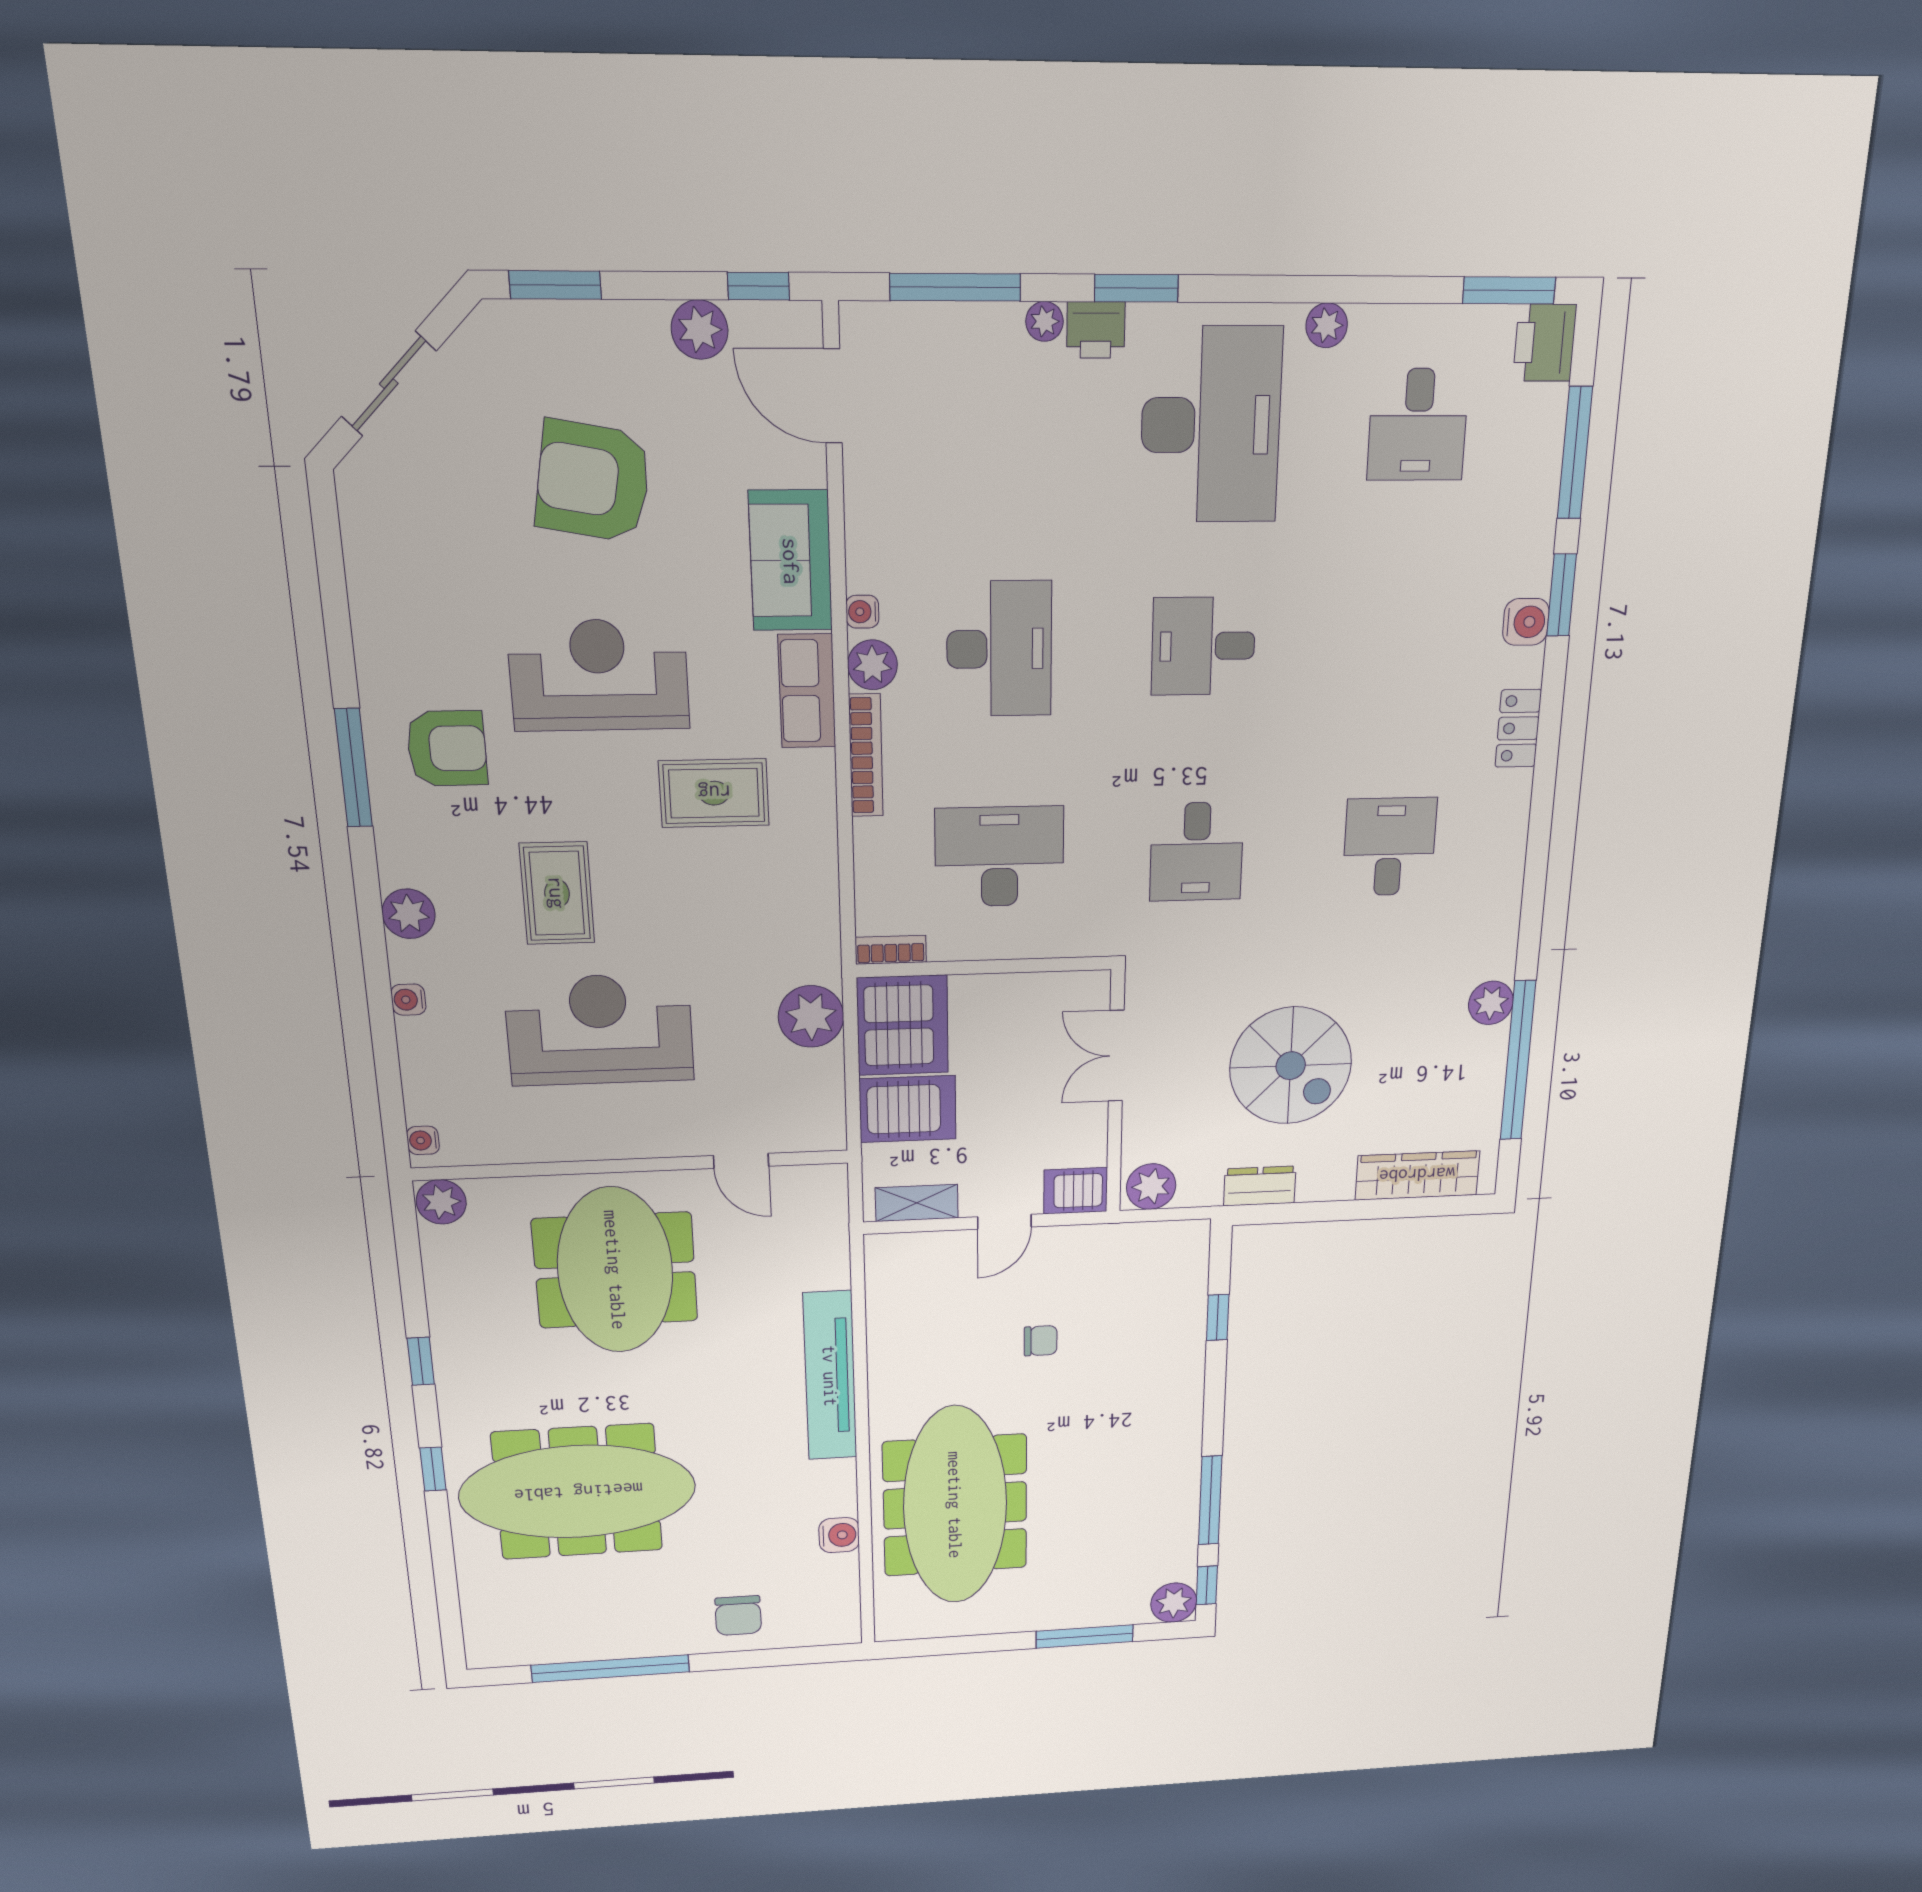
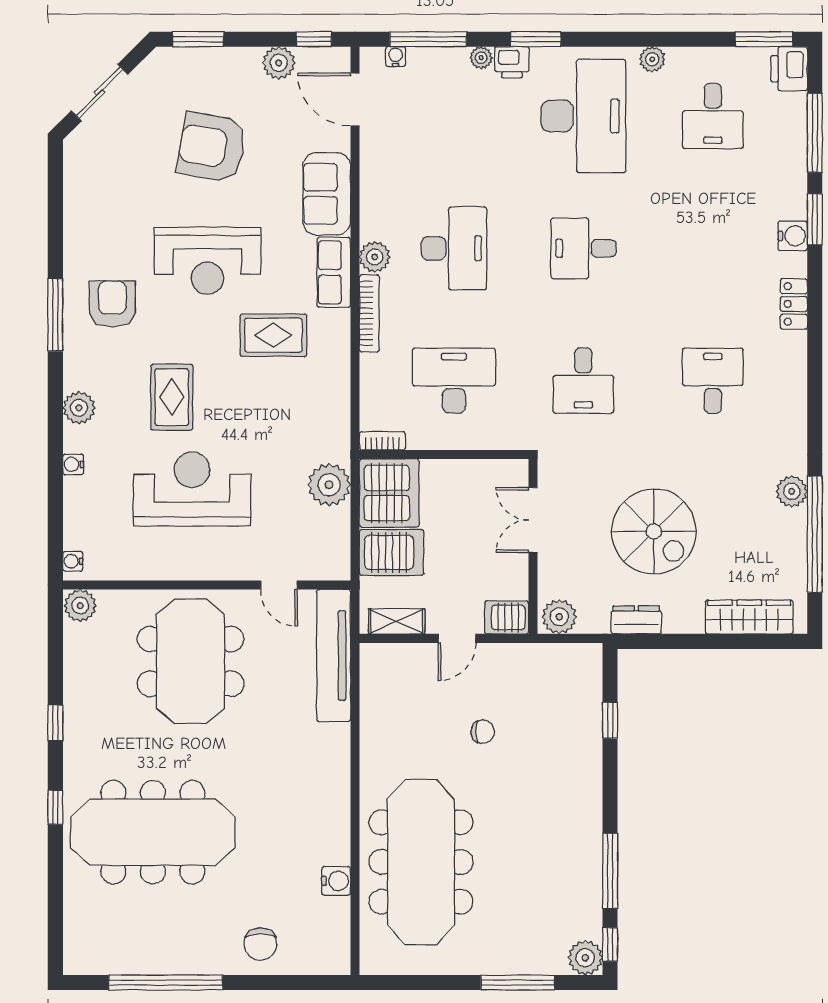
water cooler: (862, 612) -> (396, 57), moved, turned 90
reception desk: (599, 675) -> (207, 261), turned 180
armchair: (447, 748) -> (112, 304), turned -90
tv unit: (830, 1376) -> (334, 655), moved

